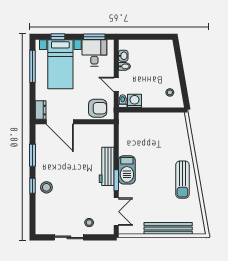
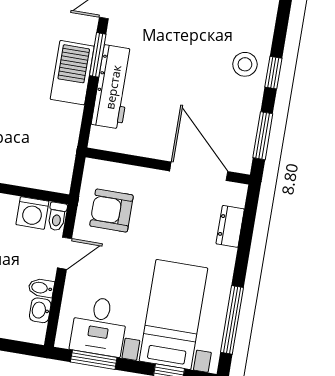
door: (116, 84) -> (65, 253), hinge flipped
door: (60, 122) -> (199, 171), moved
wall: (75, 122) -> (168, 166), moved

